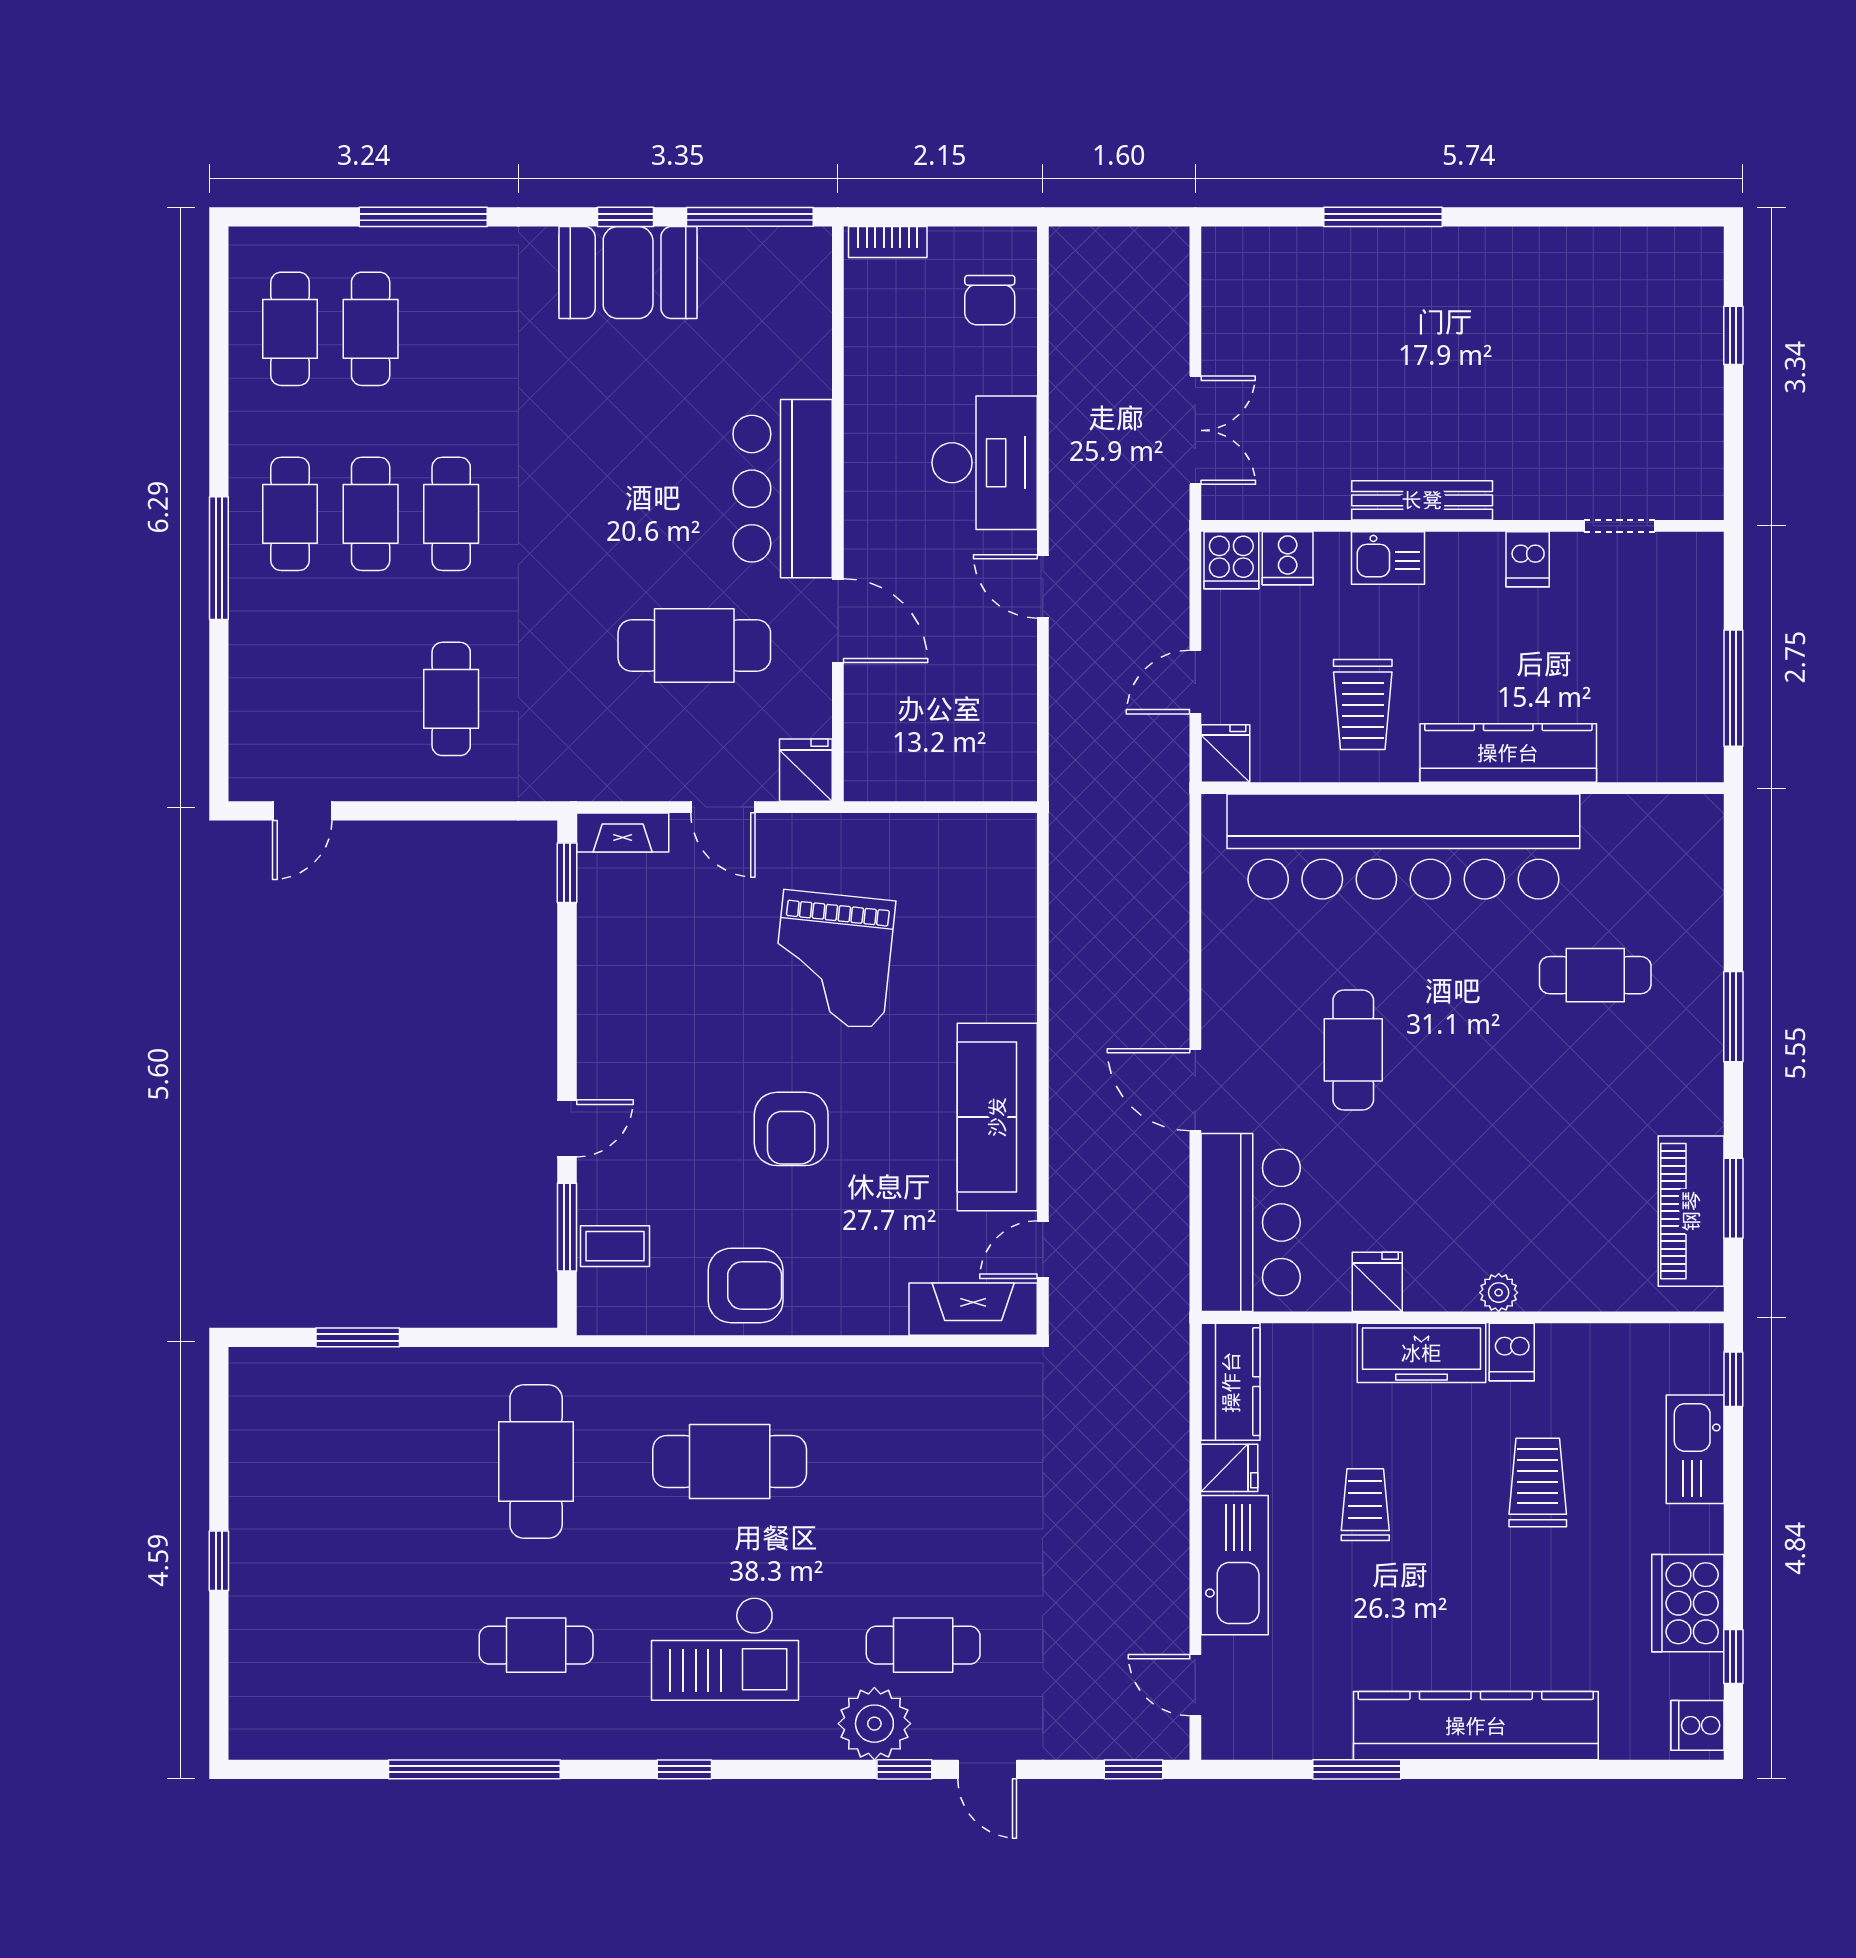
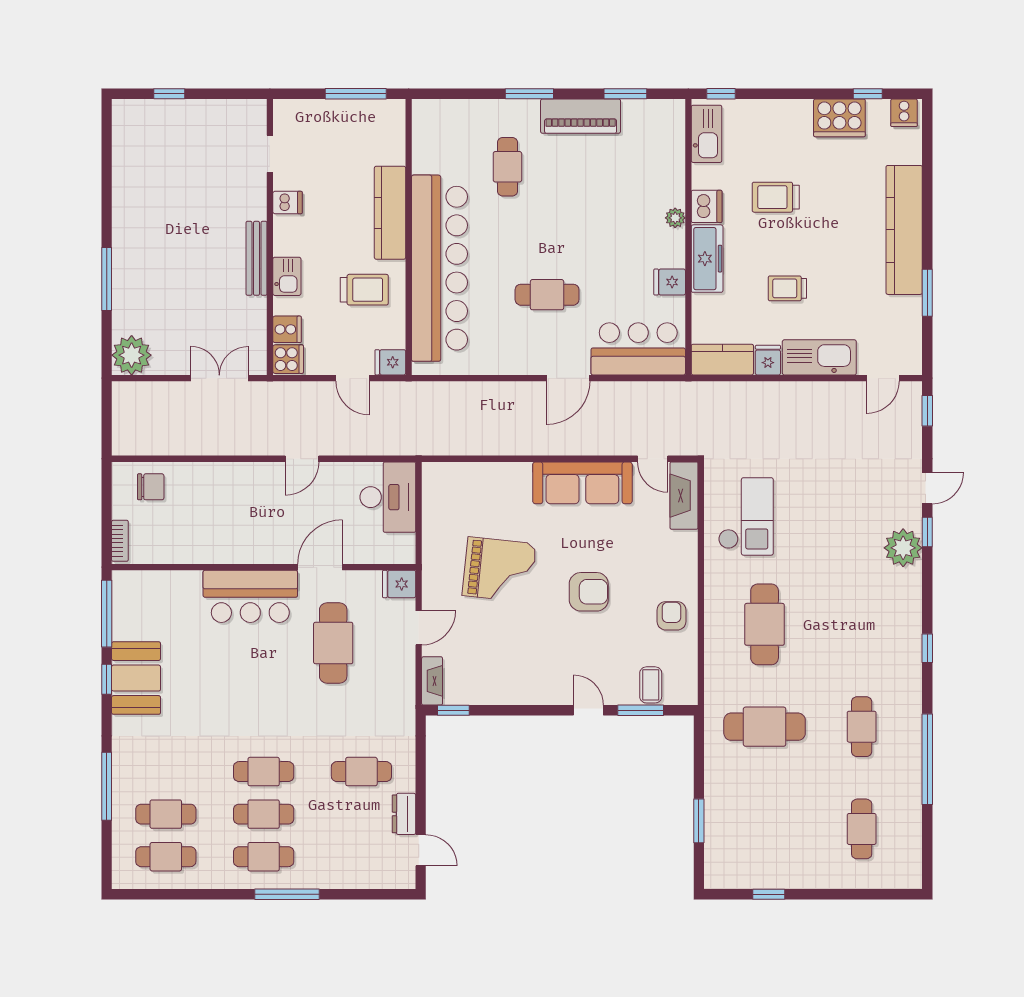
plant: (1239, 264) -> (132, 355), added
desk: (985, 463) -> (388, 497), moved, turned 90
dresser: (371, 779) -> (404, 814), added
piano: (1691, 1211) -> (581, 116), moved
armchair: (746, 1285) -> (671, 616), width x0.72, depth x0.72
dishwasher: (1512, 1352) -> (707, 206), width x1.38
kitchen sink: (1695, 1449) -> (707, 134), moved, turned -90
window: (219, 1561) -> (769, 894), moved
cafe table: (923, 1645) -> (862, 829), moved
checkout: (725, 1649) -> (746, 516), moved

